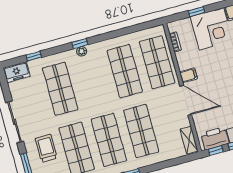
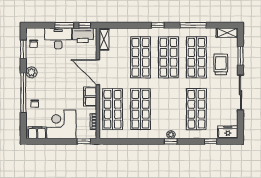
window: (196, 12) -> (84, 141), moved
filing cabinet: (188, 75) -> (90, 97), width x2.00
trolley: (46, 148) -> (221, 64), turned 180

